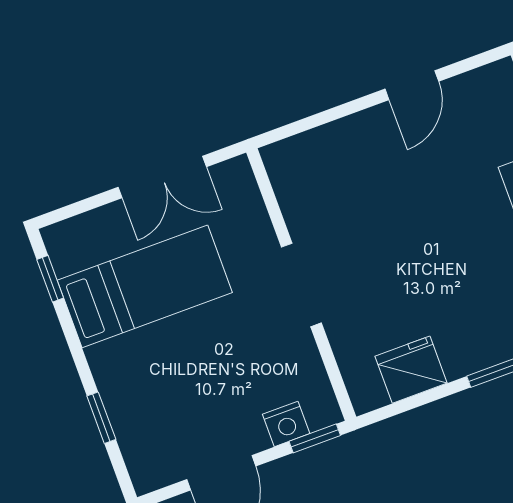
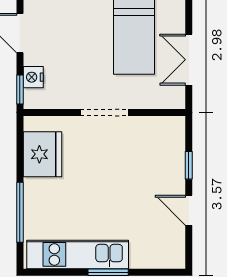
window: (337, 113) -> (189, 165), added
fridge: (411, 370) -> (42, 154), width x1.36, depth x1.34

